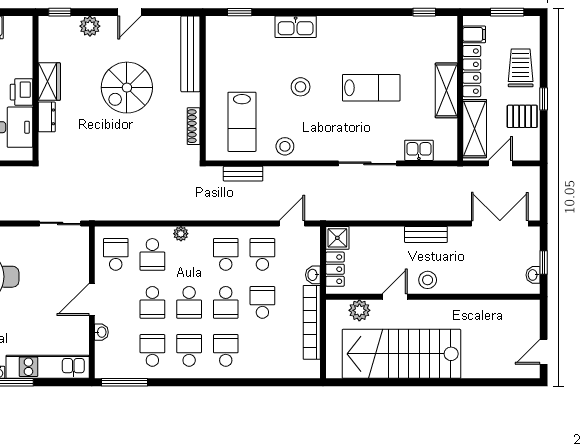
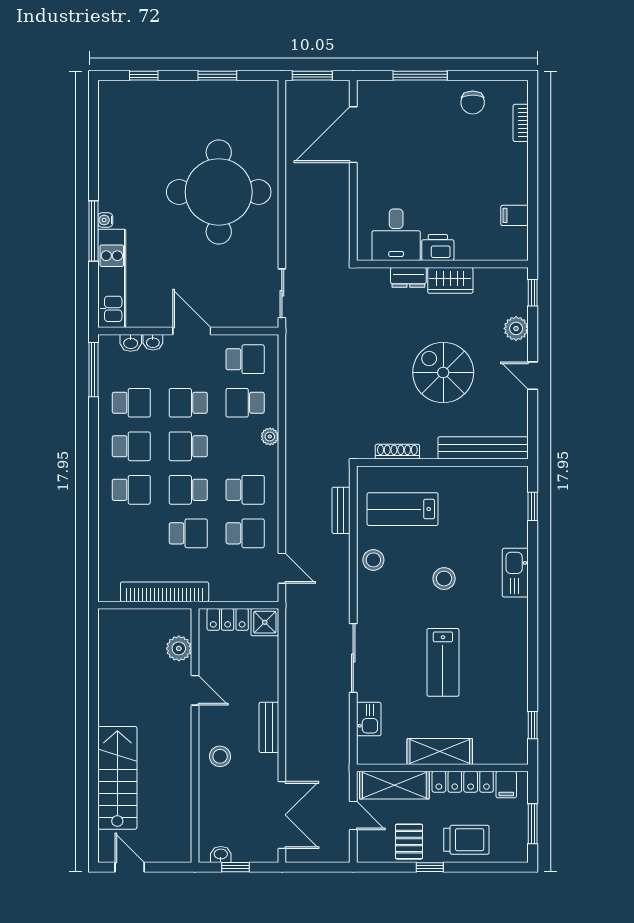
washbasin: (313, 275) -> (131, 343), moved, turned 180
stool: (428, 280) -> (220, 756), moved
stairs: (401, 354) -> (117, 778), moved, width x0.73, depth x0.66

